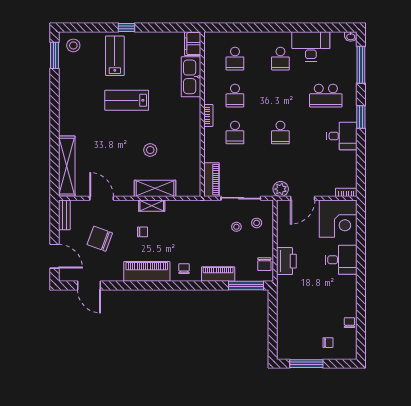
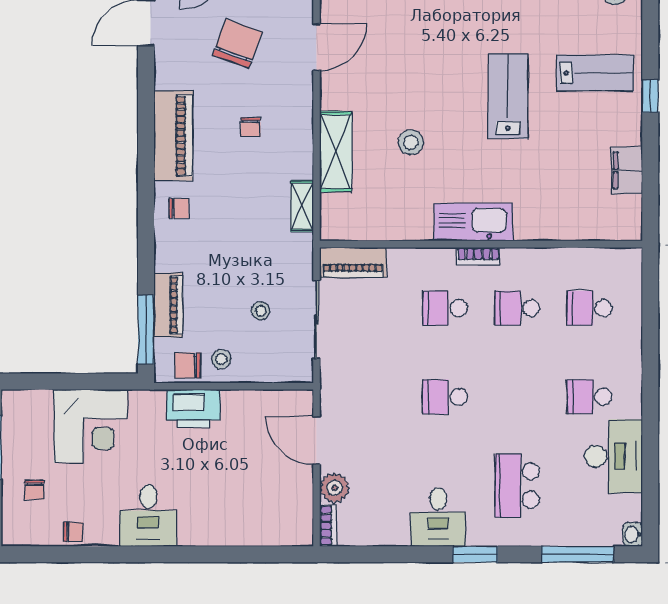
filing cabinet: (193, 44) -> (627, 171), moved, turned -90
kitchen sink: (191, 77) -> (473, 222), moved
plant: (281, 189) -> (335, 488), moved
shelving: (152, 206) -> (302, 206), moved
corner desk: (338, 219) -> (91, 426), moved, turned -90
stool: (257, 223) -> (221, 359), moved
desk: (341, 260) -> (148, 515), moved
piano: (218, 274) -> (168, 305), moved

